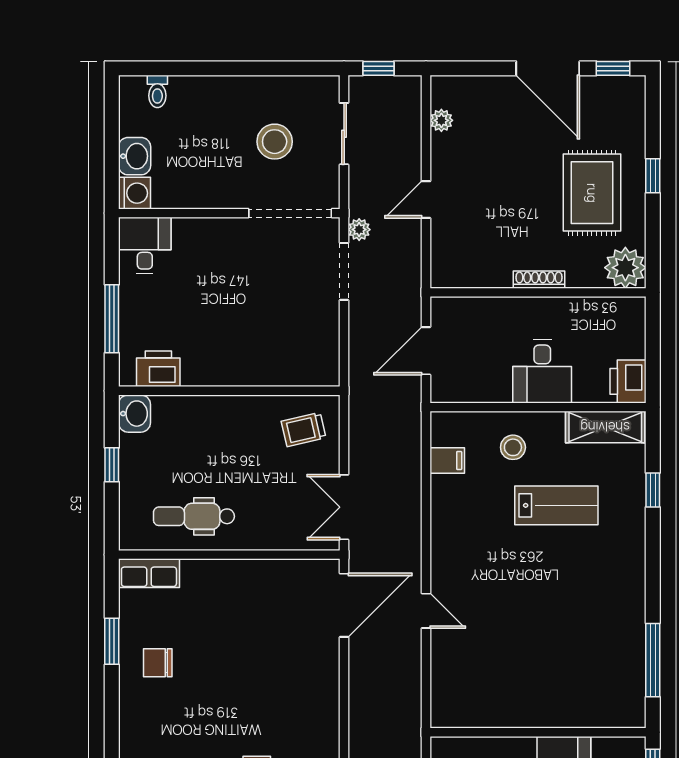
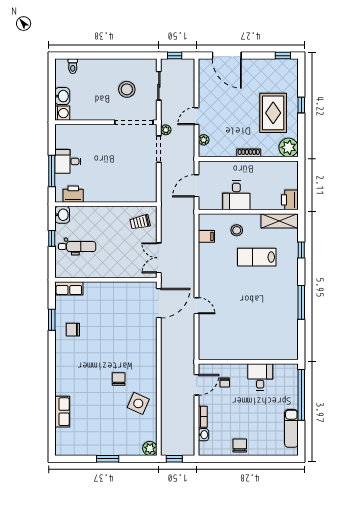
door: (548, 68) -> (227, 56), moved
plant: (441, 120) -> (204, 140), moved
desk: (145, 245) -> (68, 161), moved, turned -90
desk: (542, 371) -> (236, 195), moved
lab bench: (556, 505) -> (257, 257), turned 180
dental chair: (194, 516) -> (77, 247), moved, turned 180
window: (653, 660) -> (301, 302), moved

